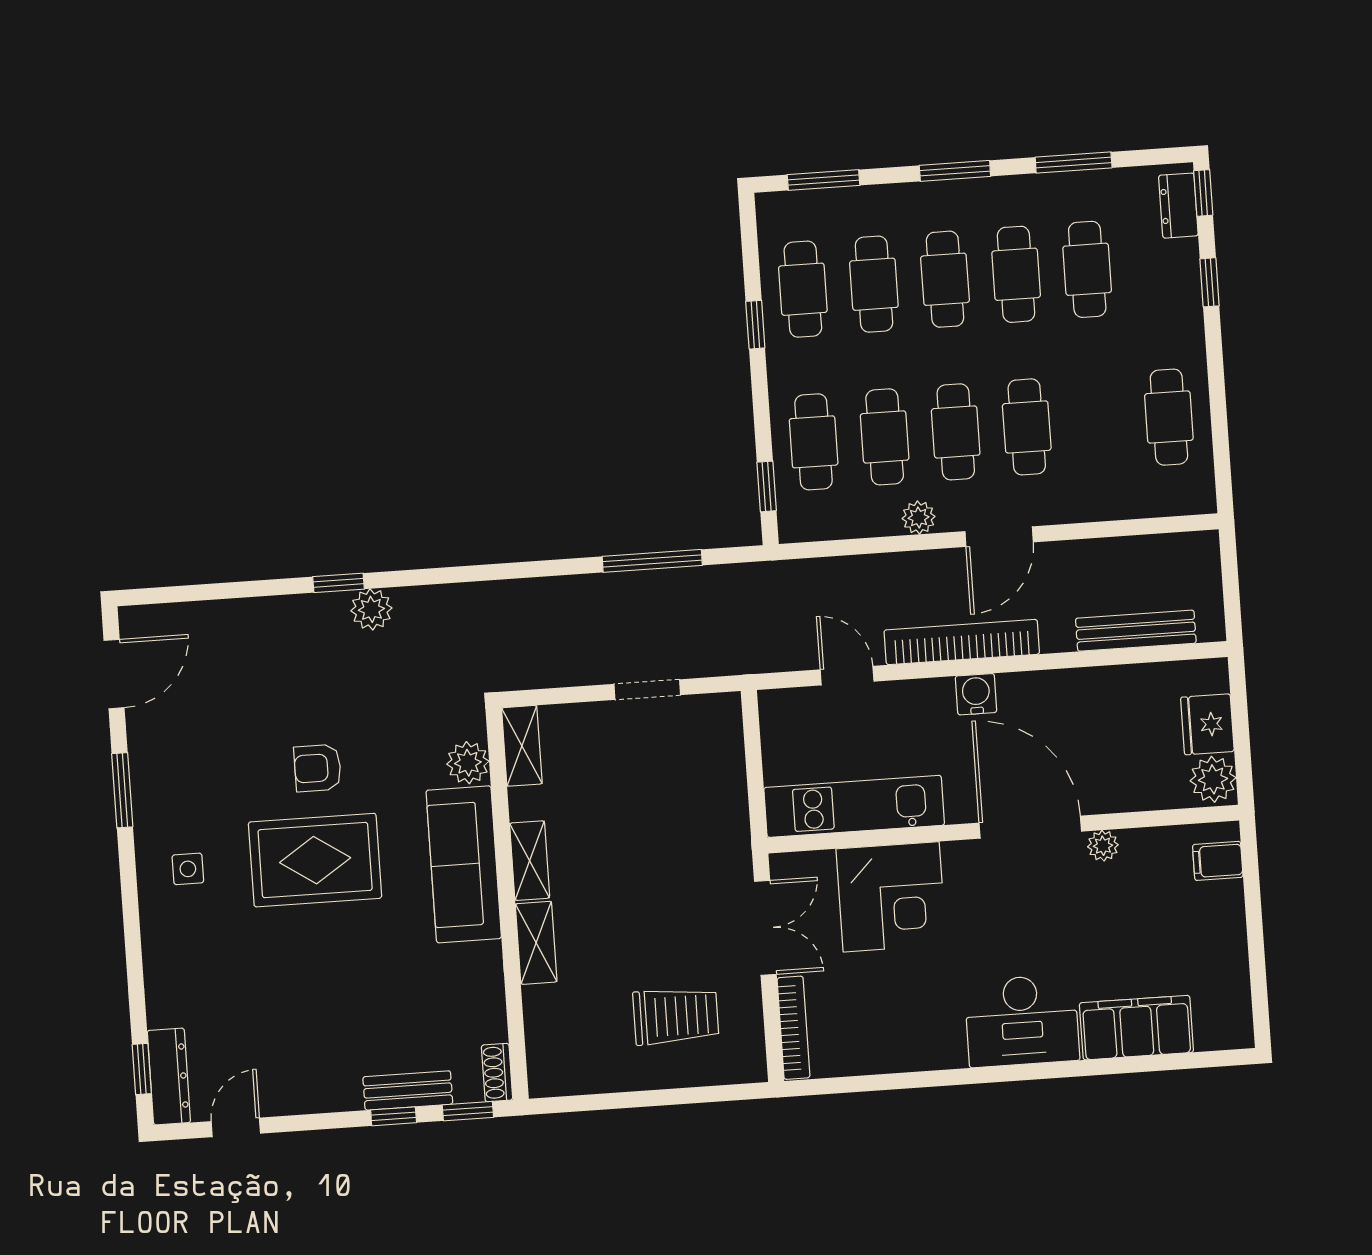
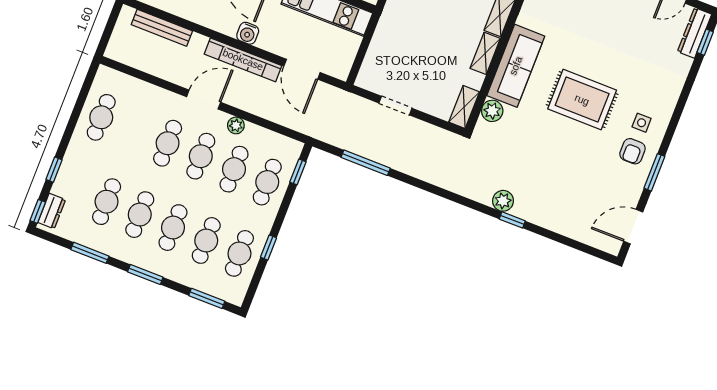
door: (847, 676) -> (302, 69), width x1.38
armchair: (318, 768) -> (632, 151), moved, turned 90

